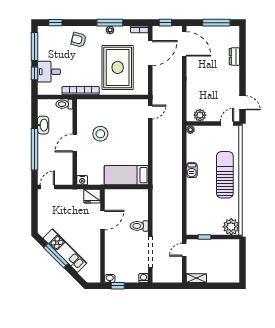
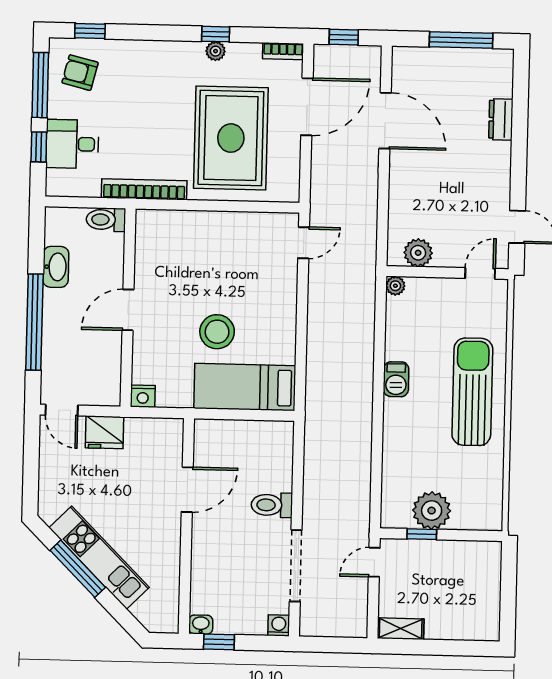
window: (110, 23) -> (216, 34), width x0.46
armchair: (79, 40) -> (80, 73), moved
door: (184, 44) -> (385, 121), moved
stool: (100, 134) -> (217, 332), moved
door: (47, 187) -> (62, 410), swing flipped
fridge: (92, 196) -> (105, 432), moved
plant: (231, 227) -> (432, 511), moved

